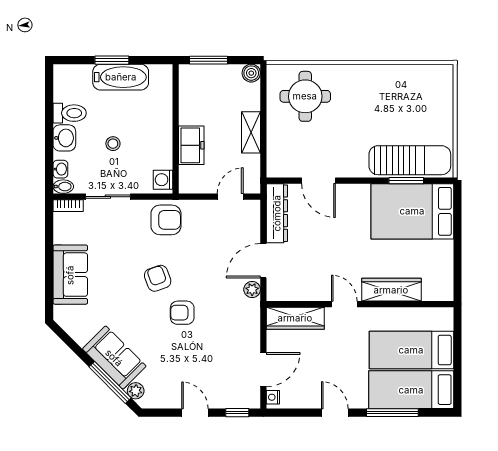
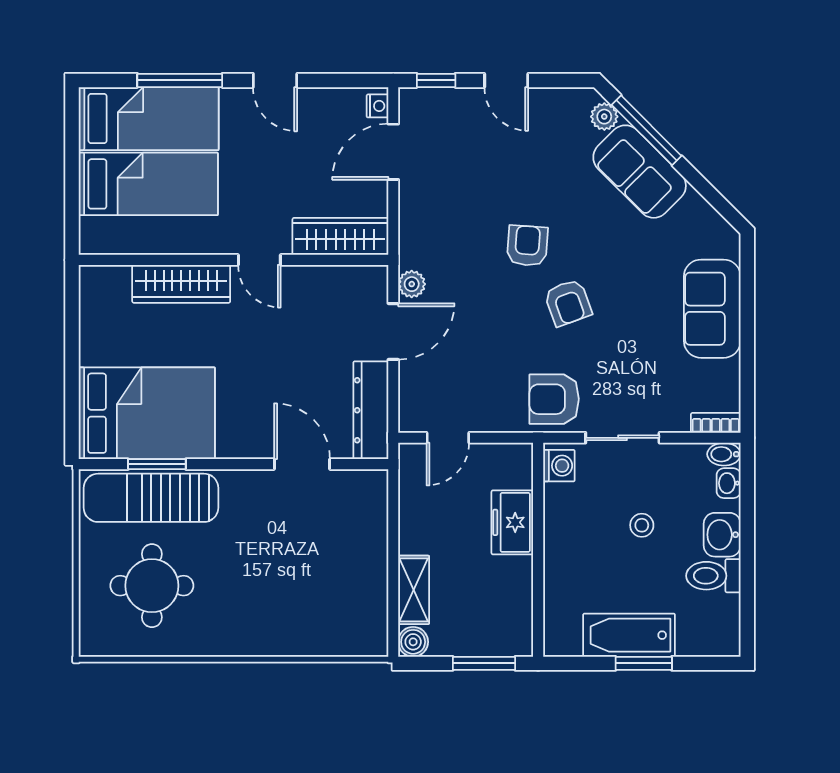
round table: (305, 96) -> (152, 586), moved
shelving: (251, 132) -> (414, 590), moved
sliding door: (108, 197) -> (622, 438), moved
armchair: (182, 313) -> (527, 246), turned -86

